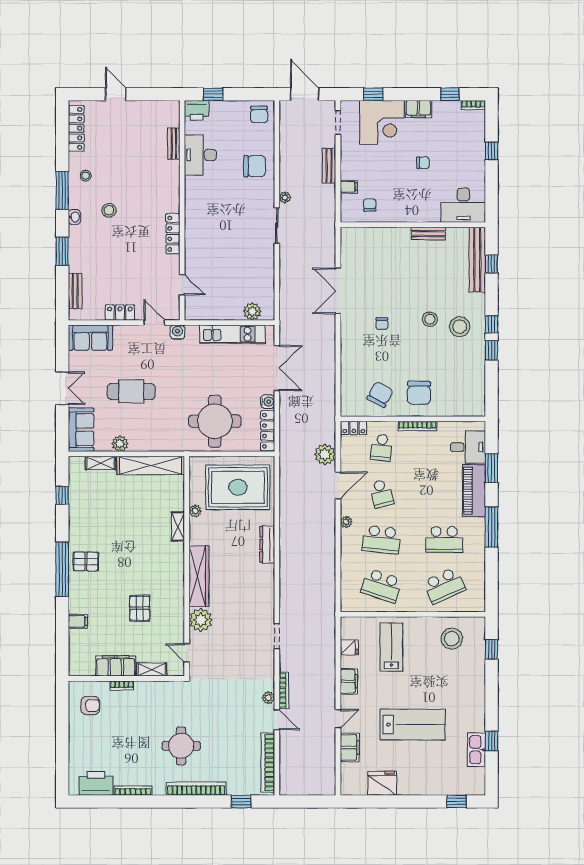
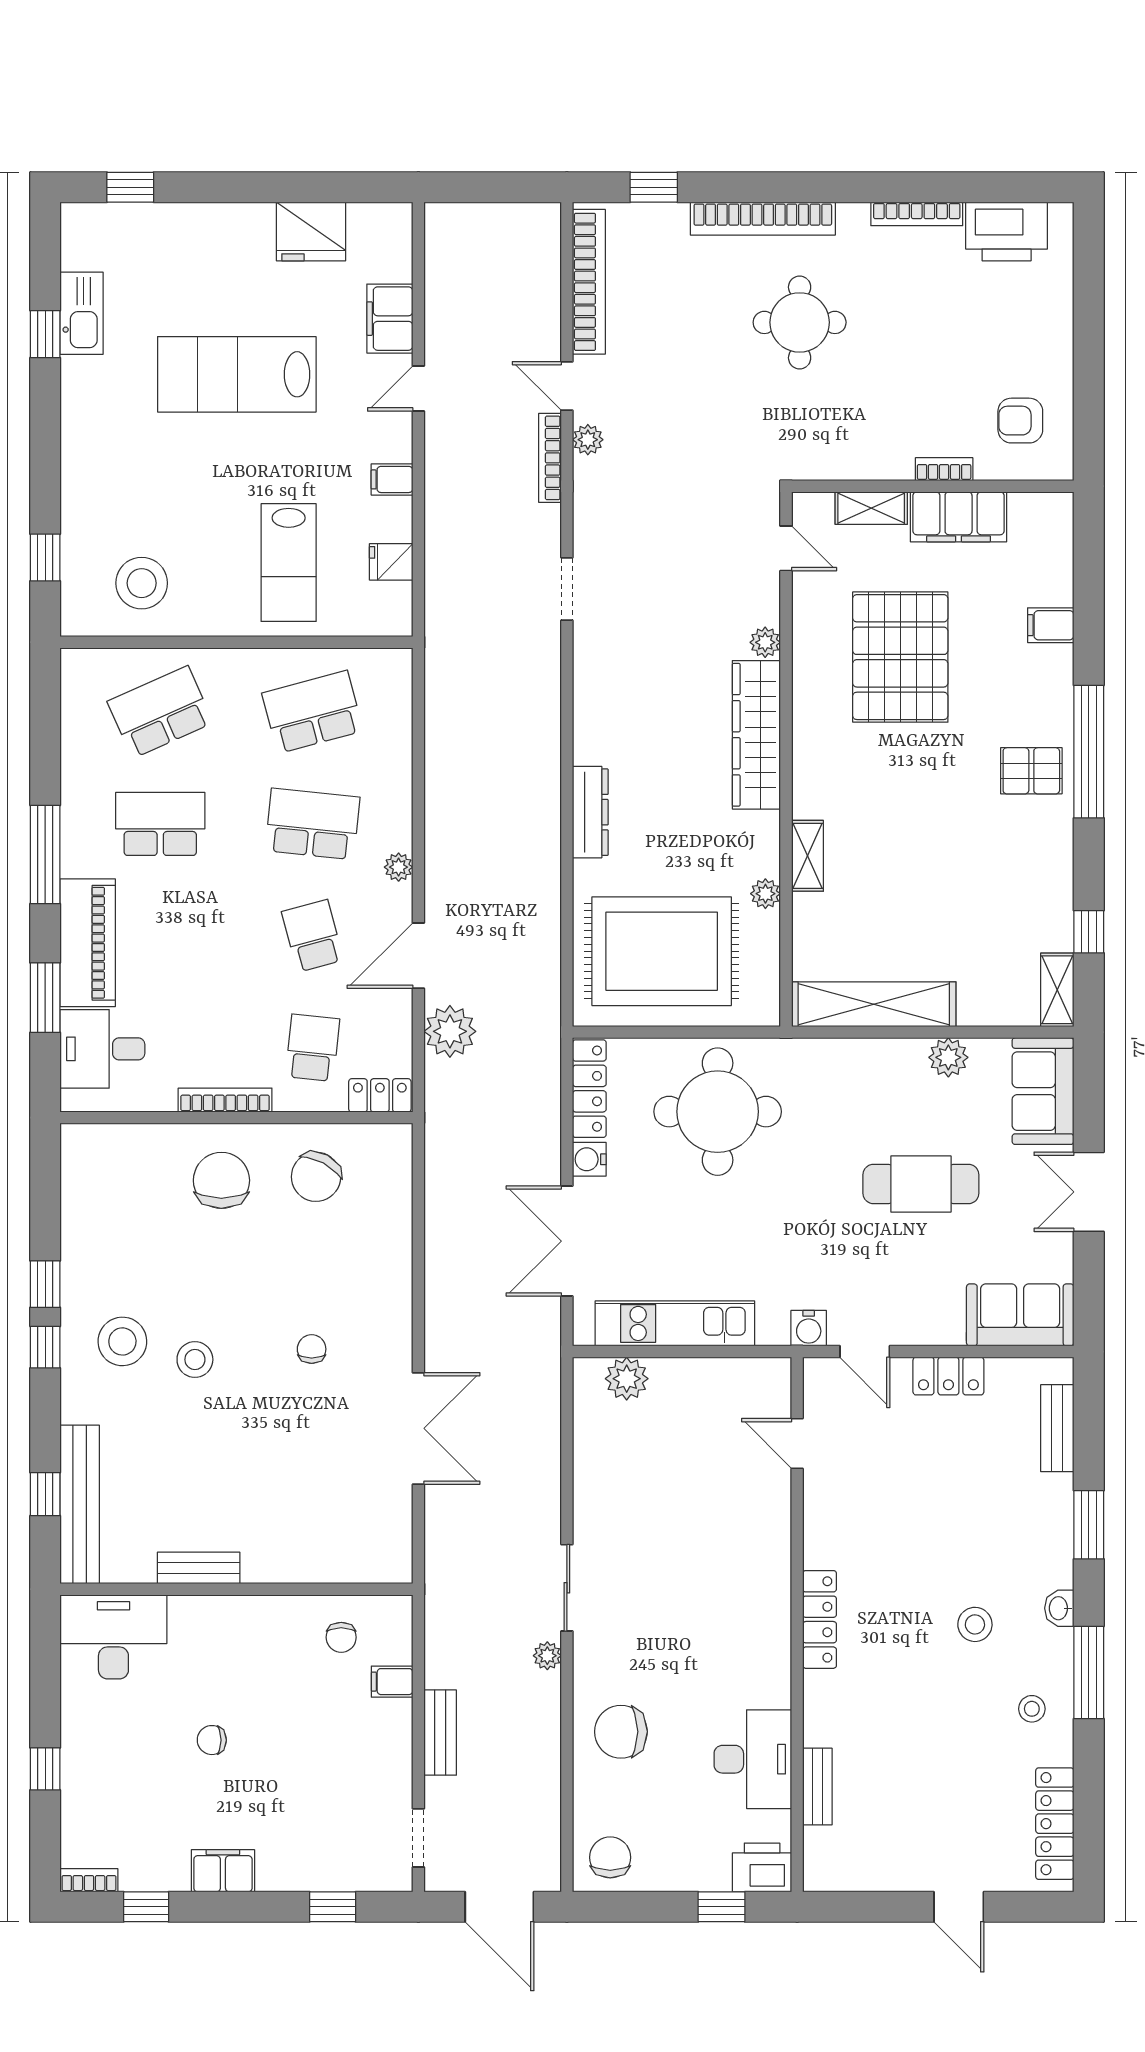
corner desk: (382, 122) -> (311, 1838), removed
locker: (173, 234) -> (820, 1619), moved
shelving: (100, 463) -> (1057, 990), moved, turned 90
school desk: (381, 586) -> (313, 712), turned -33
pallet: (140, 608) -> (900, 657), width x2.05, depth x2.00
plant: (201, 620) -> (765, 642), width x0.53, depth x0.53
filing cabinet: (349, 681) -> (392, 479), width x0.50

